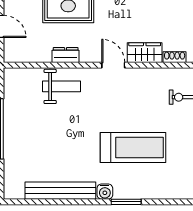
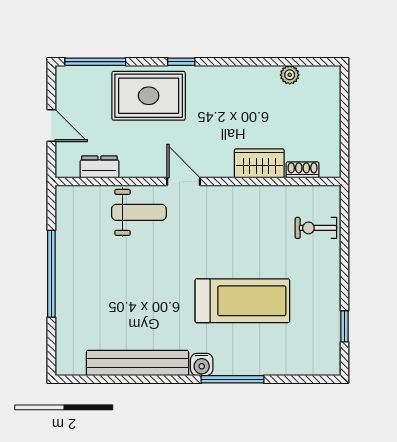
dresser: (66, 55) -> (99, 167), moved
door: (113, 65) -> (184, 181), moved
window: (126, 202) -> (232, 379), width x1.44

